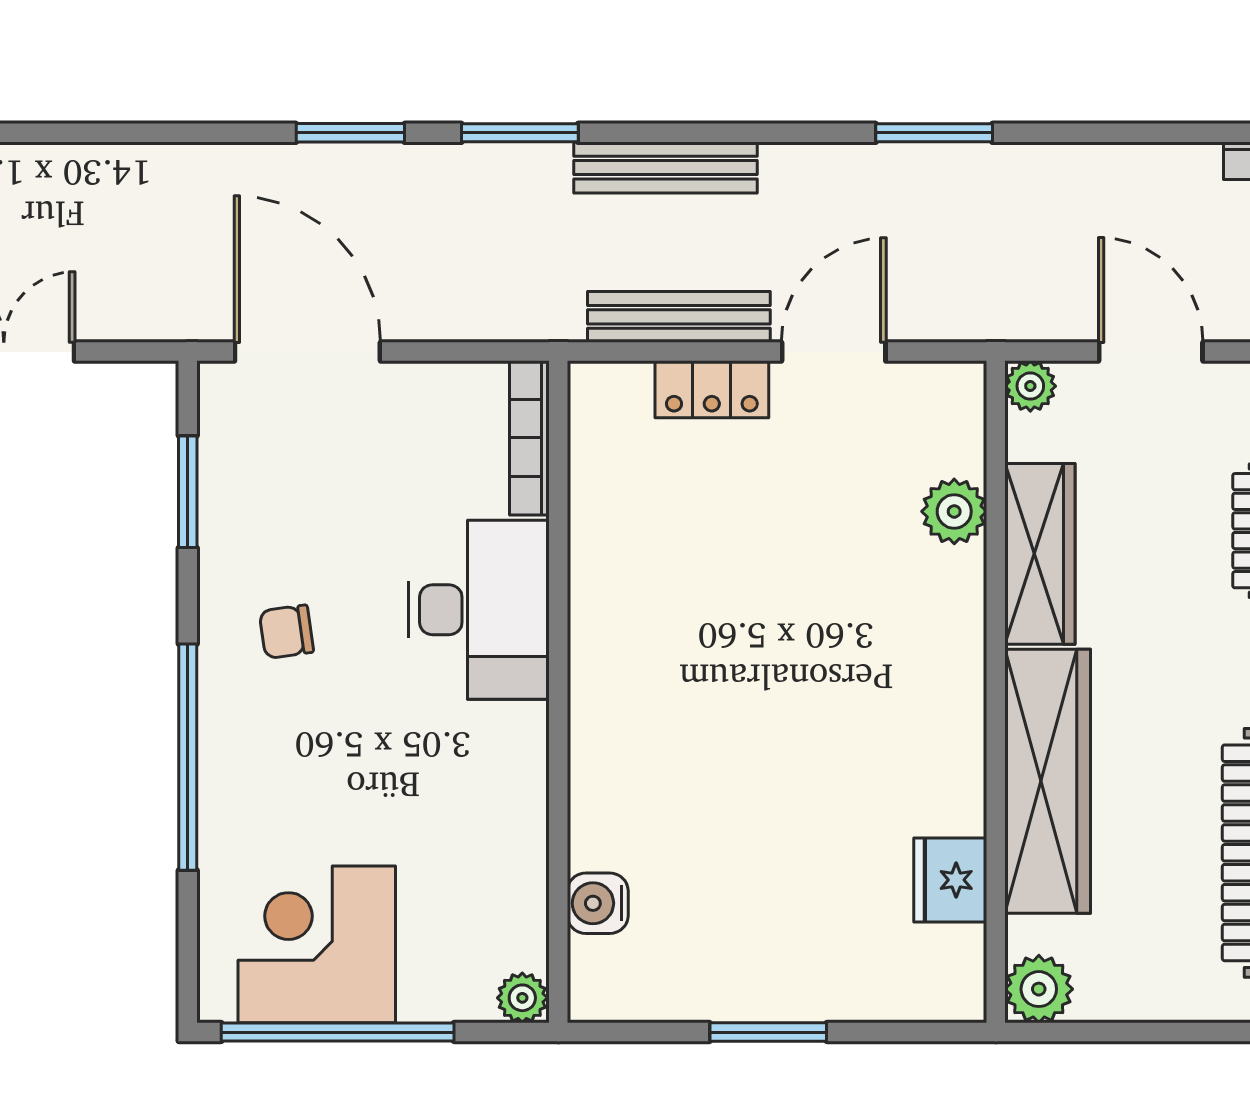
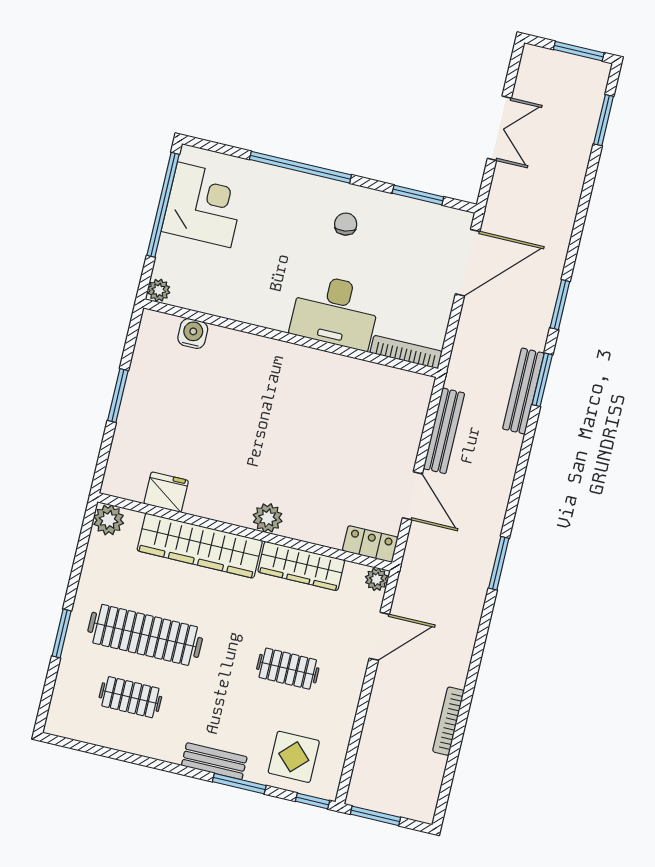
bench: (665, 168) -> (523, 391), moved
locker: (712, 389) -> (370, 544), moved, turned 90
plant: (954, 511) -> (268, 518), moved

